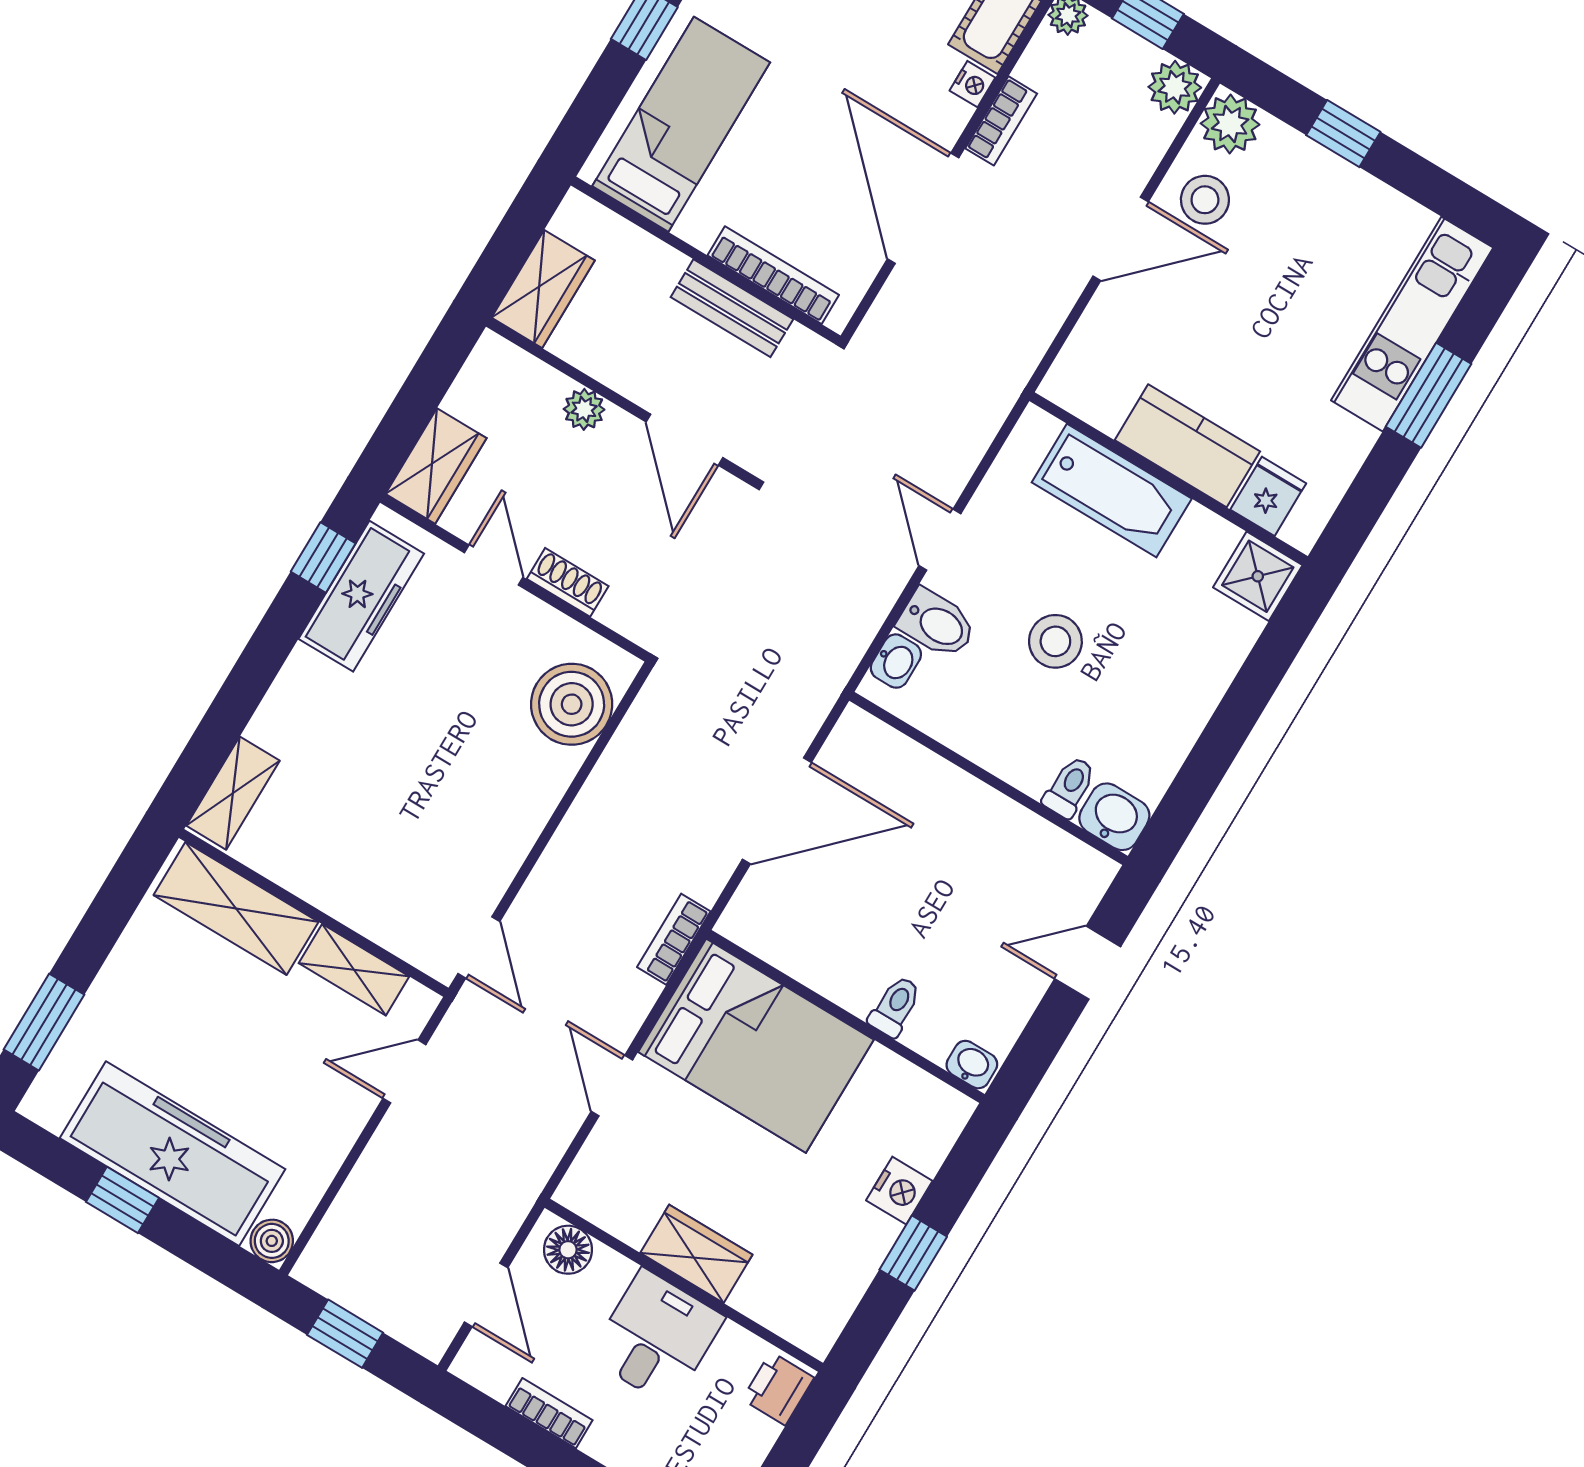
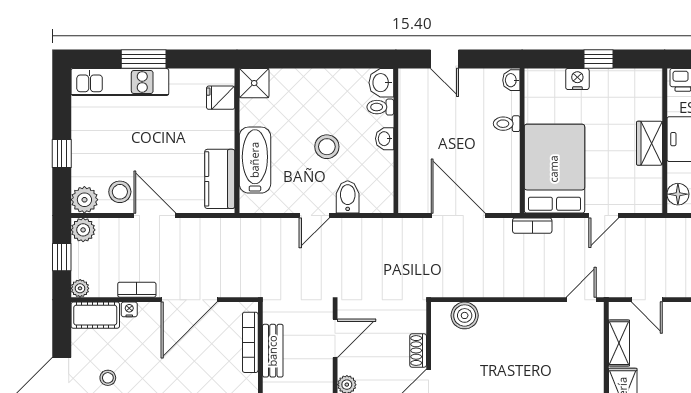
kitchen counter: (1187, 446) -> (220, 179), moved
washbasin: (896, 661) -> (385, 139), moved, turned -90
boiler: (572, 704) -> (465, 315), width x0.73, depth x0.73

